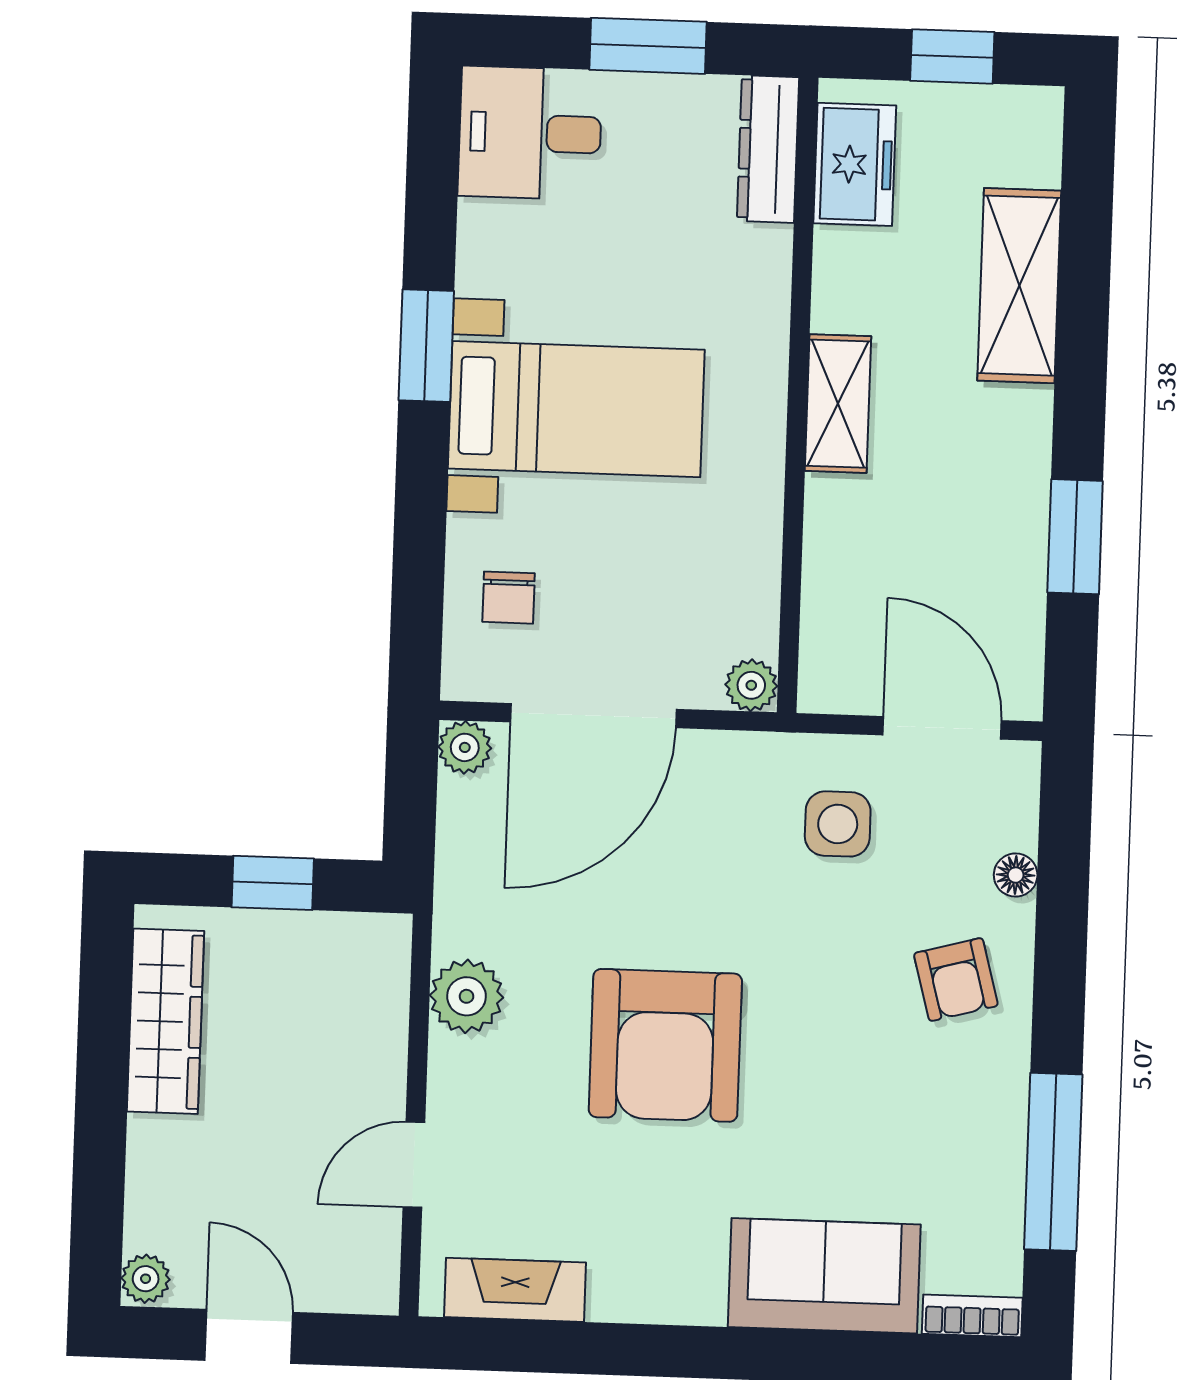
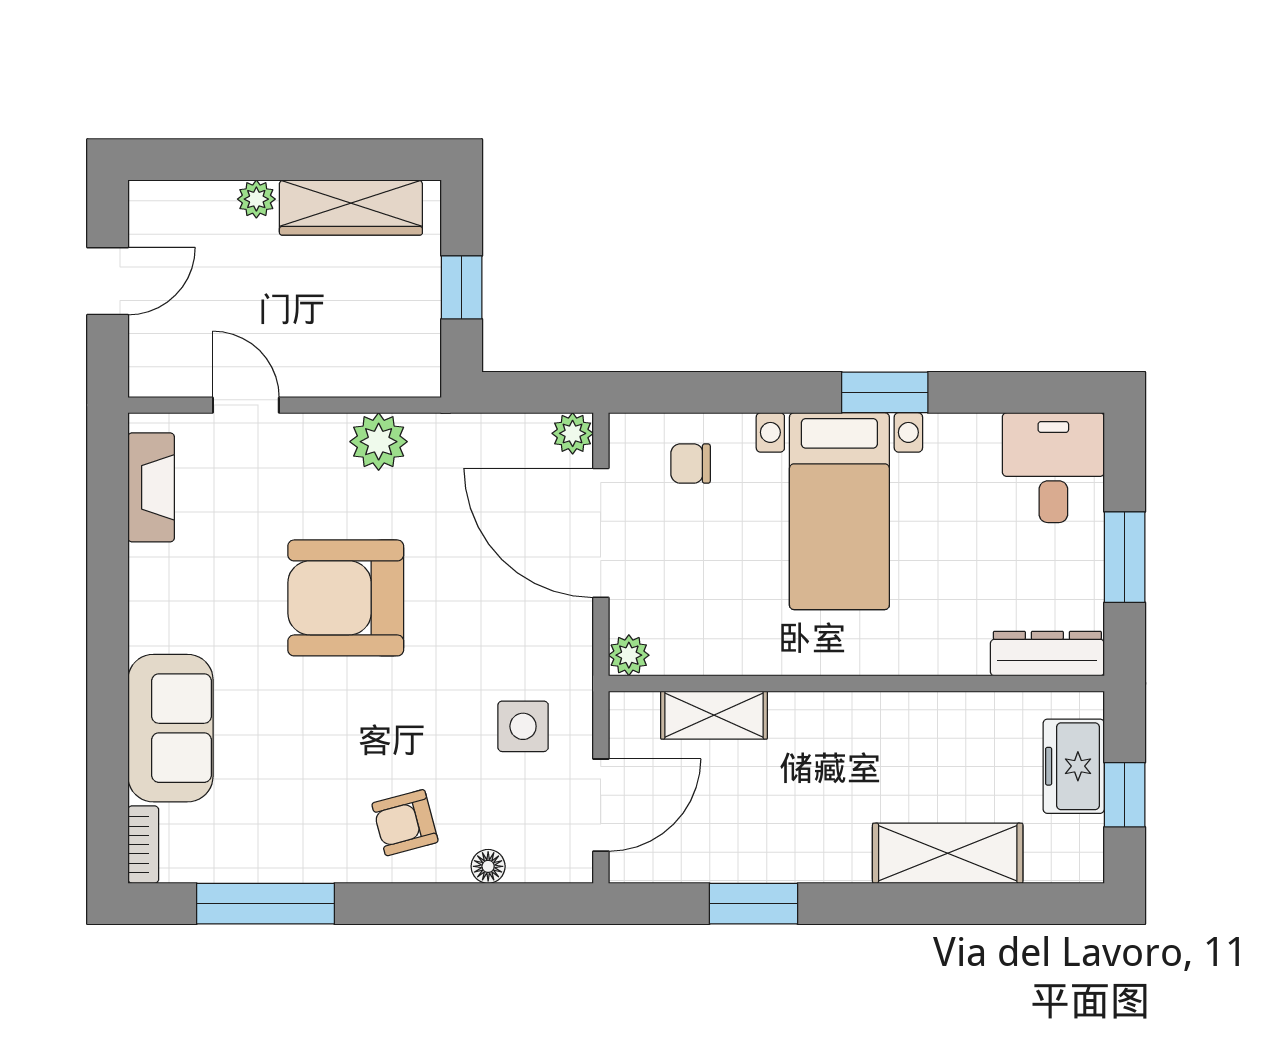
freezer: (855, 164) -> (1074, 766), moved, turned 90
shelving: (838, 404) -> (714, 715), moved
plant: (146, 1279) -> (256, 199), moved

